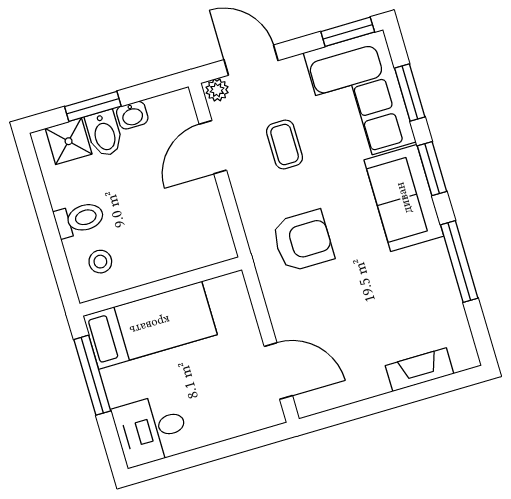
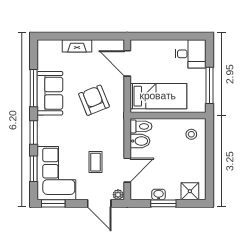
window: (93, 106) -> (163, 203), moved
bidet: (104, 134) -> (140, 141), moved, turned 90
sofa: (404, 198) -> (50, 93), moved
toilet: (79, 219) -> (141, 126), moved, turned 180
armchair: (303, 241) -> (94, 100), moved, turned 68
bed: (150, 325) -> (158, 96), moved, turned 180
fireplace: (420, 370) -> (77, 46), moved

